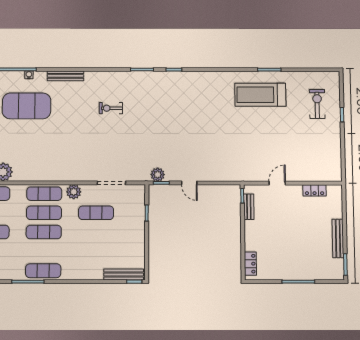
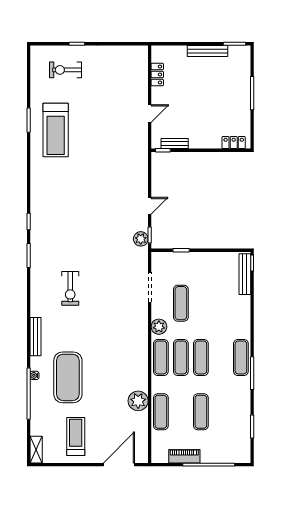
exercise bike: (111, 108) -> (70, 288), width x1.38, depth x1.39
door: (277, 183) -> (150, 114), swing flipped

